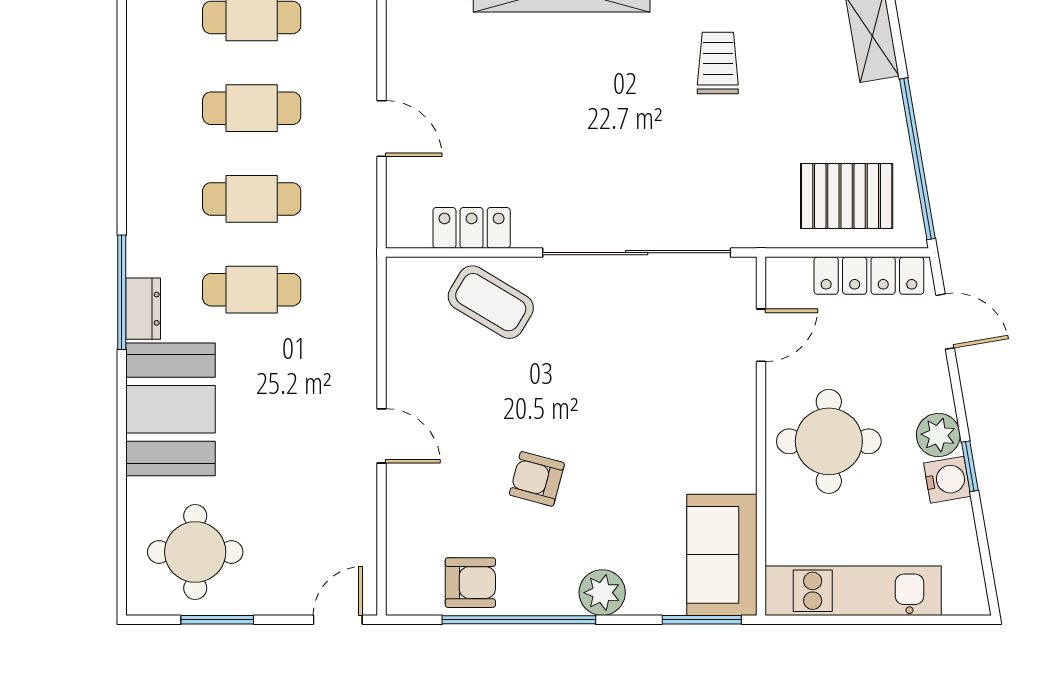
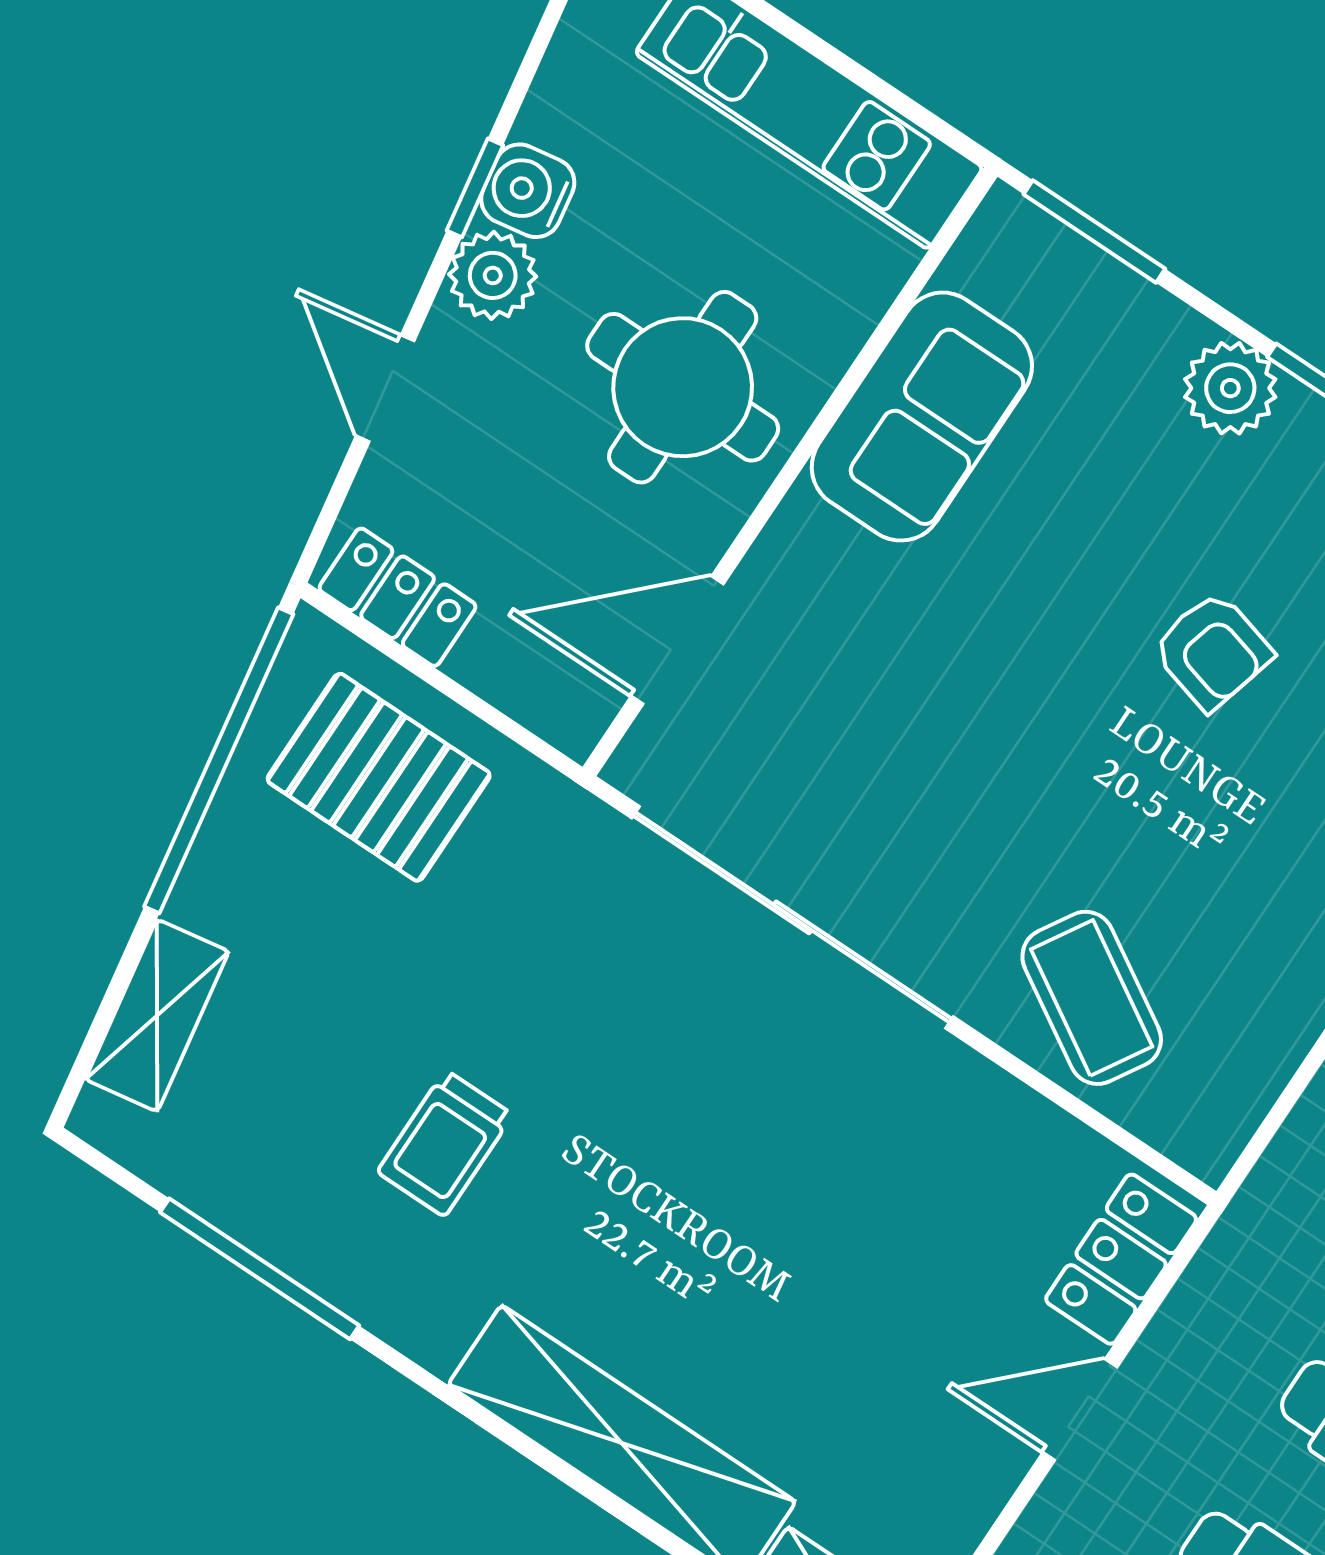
door: (382, 129) -> (1080, 1410), hinge flipped
locker: (472, 228) -> (1121, 1259), moved, turned 90
locker: (869, 276) -> (398, 597), width x0.66
door: (945, 322) -> (385, 388), moved
door: (761, 335) -> (677, 640), width x1.38
sofa: (722, 555) -> (922, 417), moved

